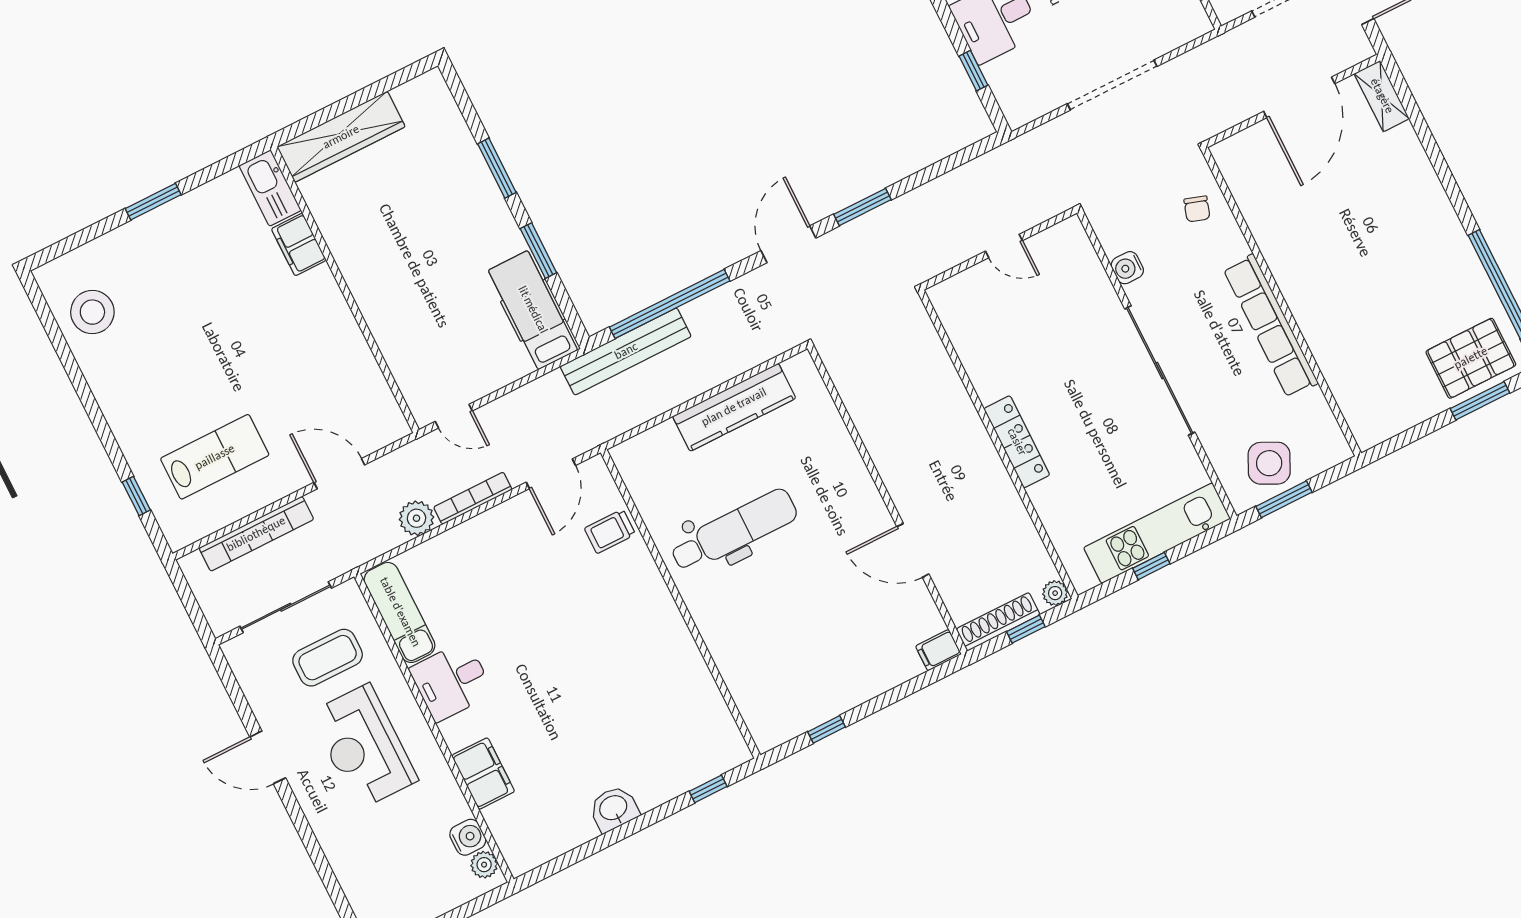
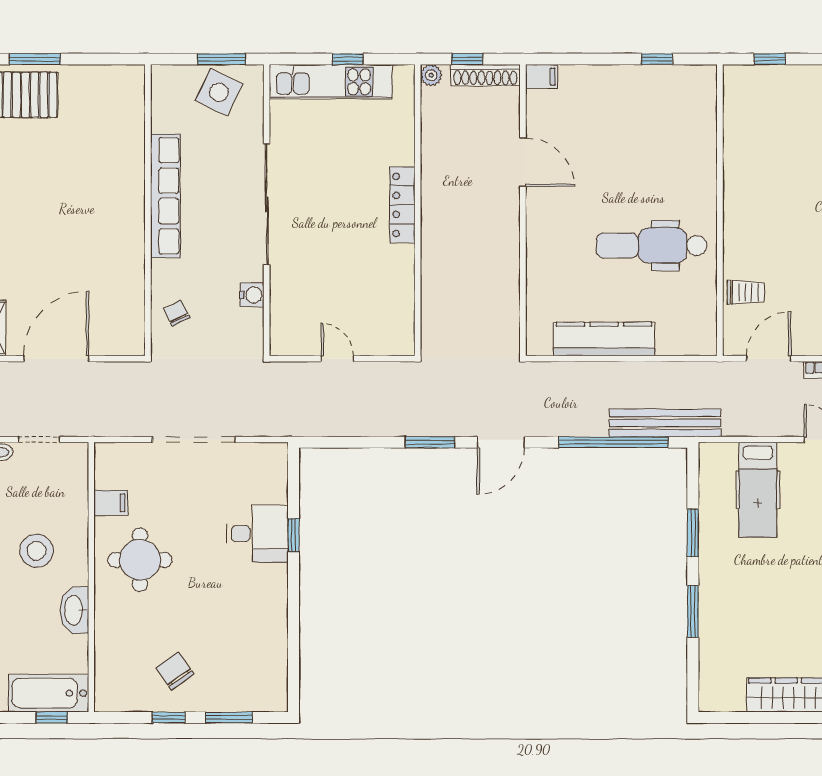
window: (973, 71) -> (294, 535), moved
chair: (1197, 209) -> (177, 313), turned -44
hospital bed: (533, 310) -> (758, 490), moved

